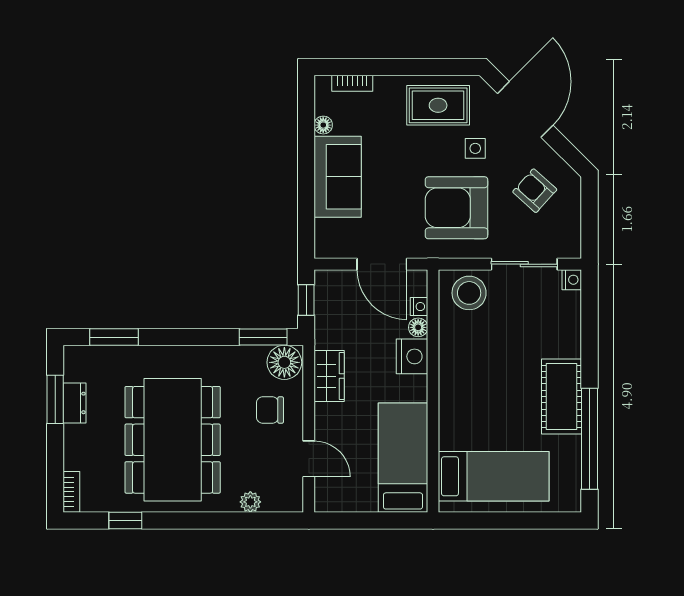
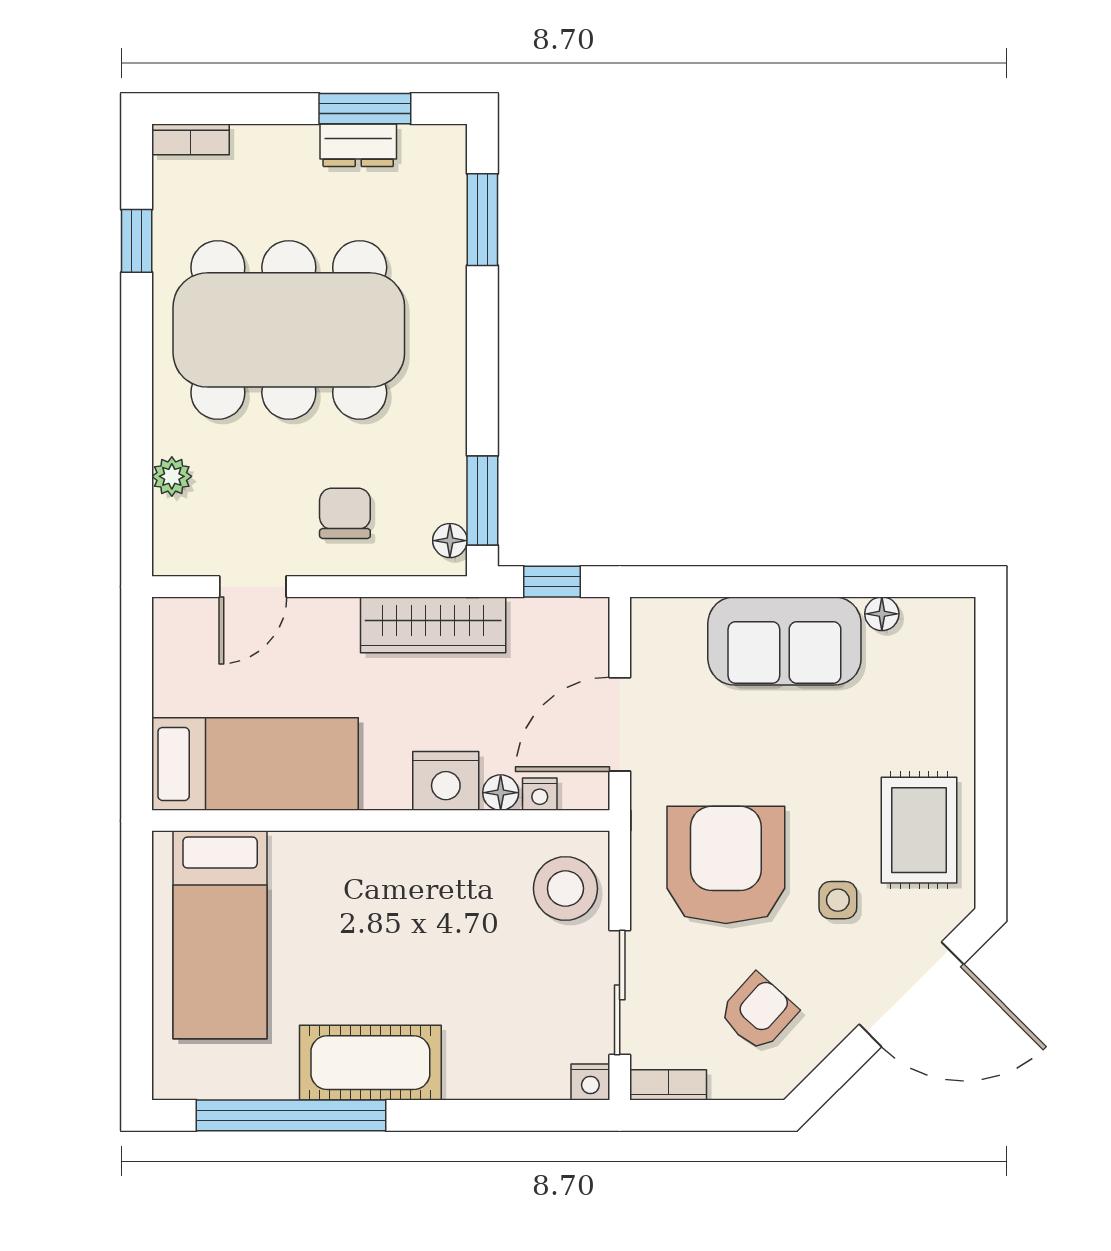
bookcase: (352, 83) -> (668, 1085), moved, turned 90
floor lamp: (284, 362) -> (450, 541), width x0.53, depth x0.53
wardrobe: (329, 376) -> (433, 625), width x1.50

